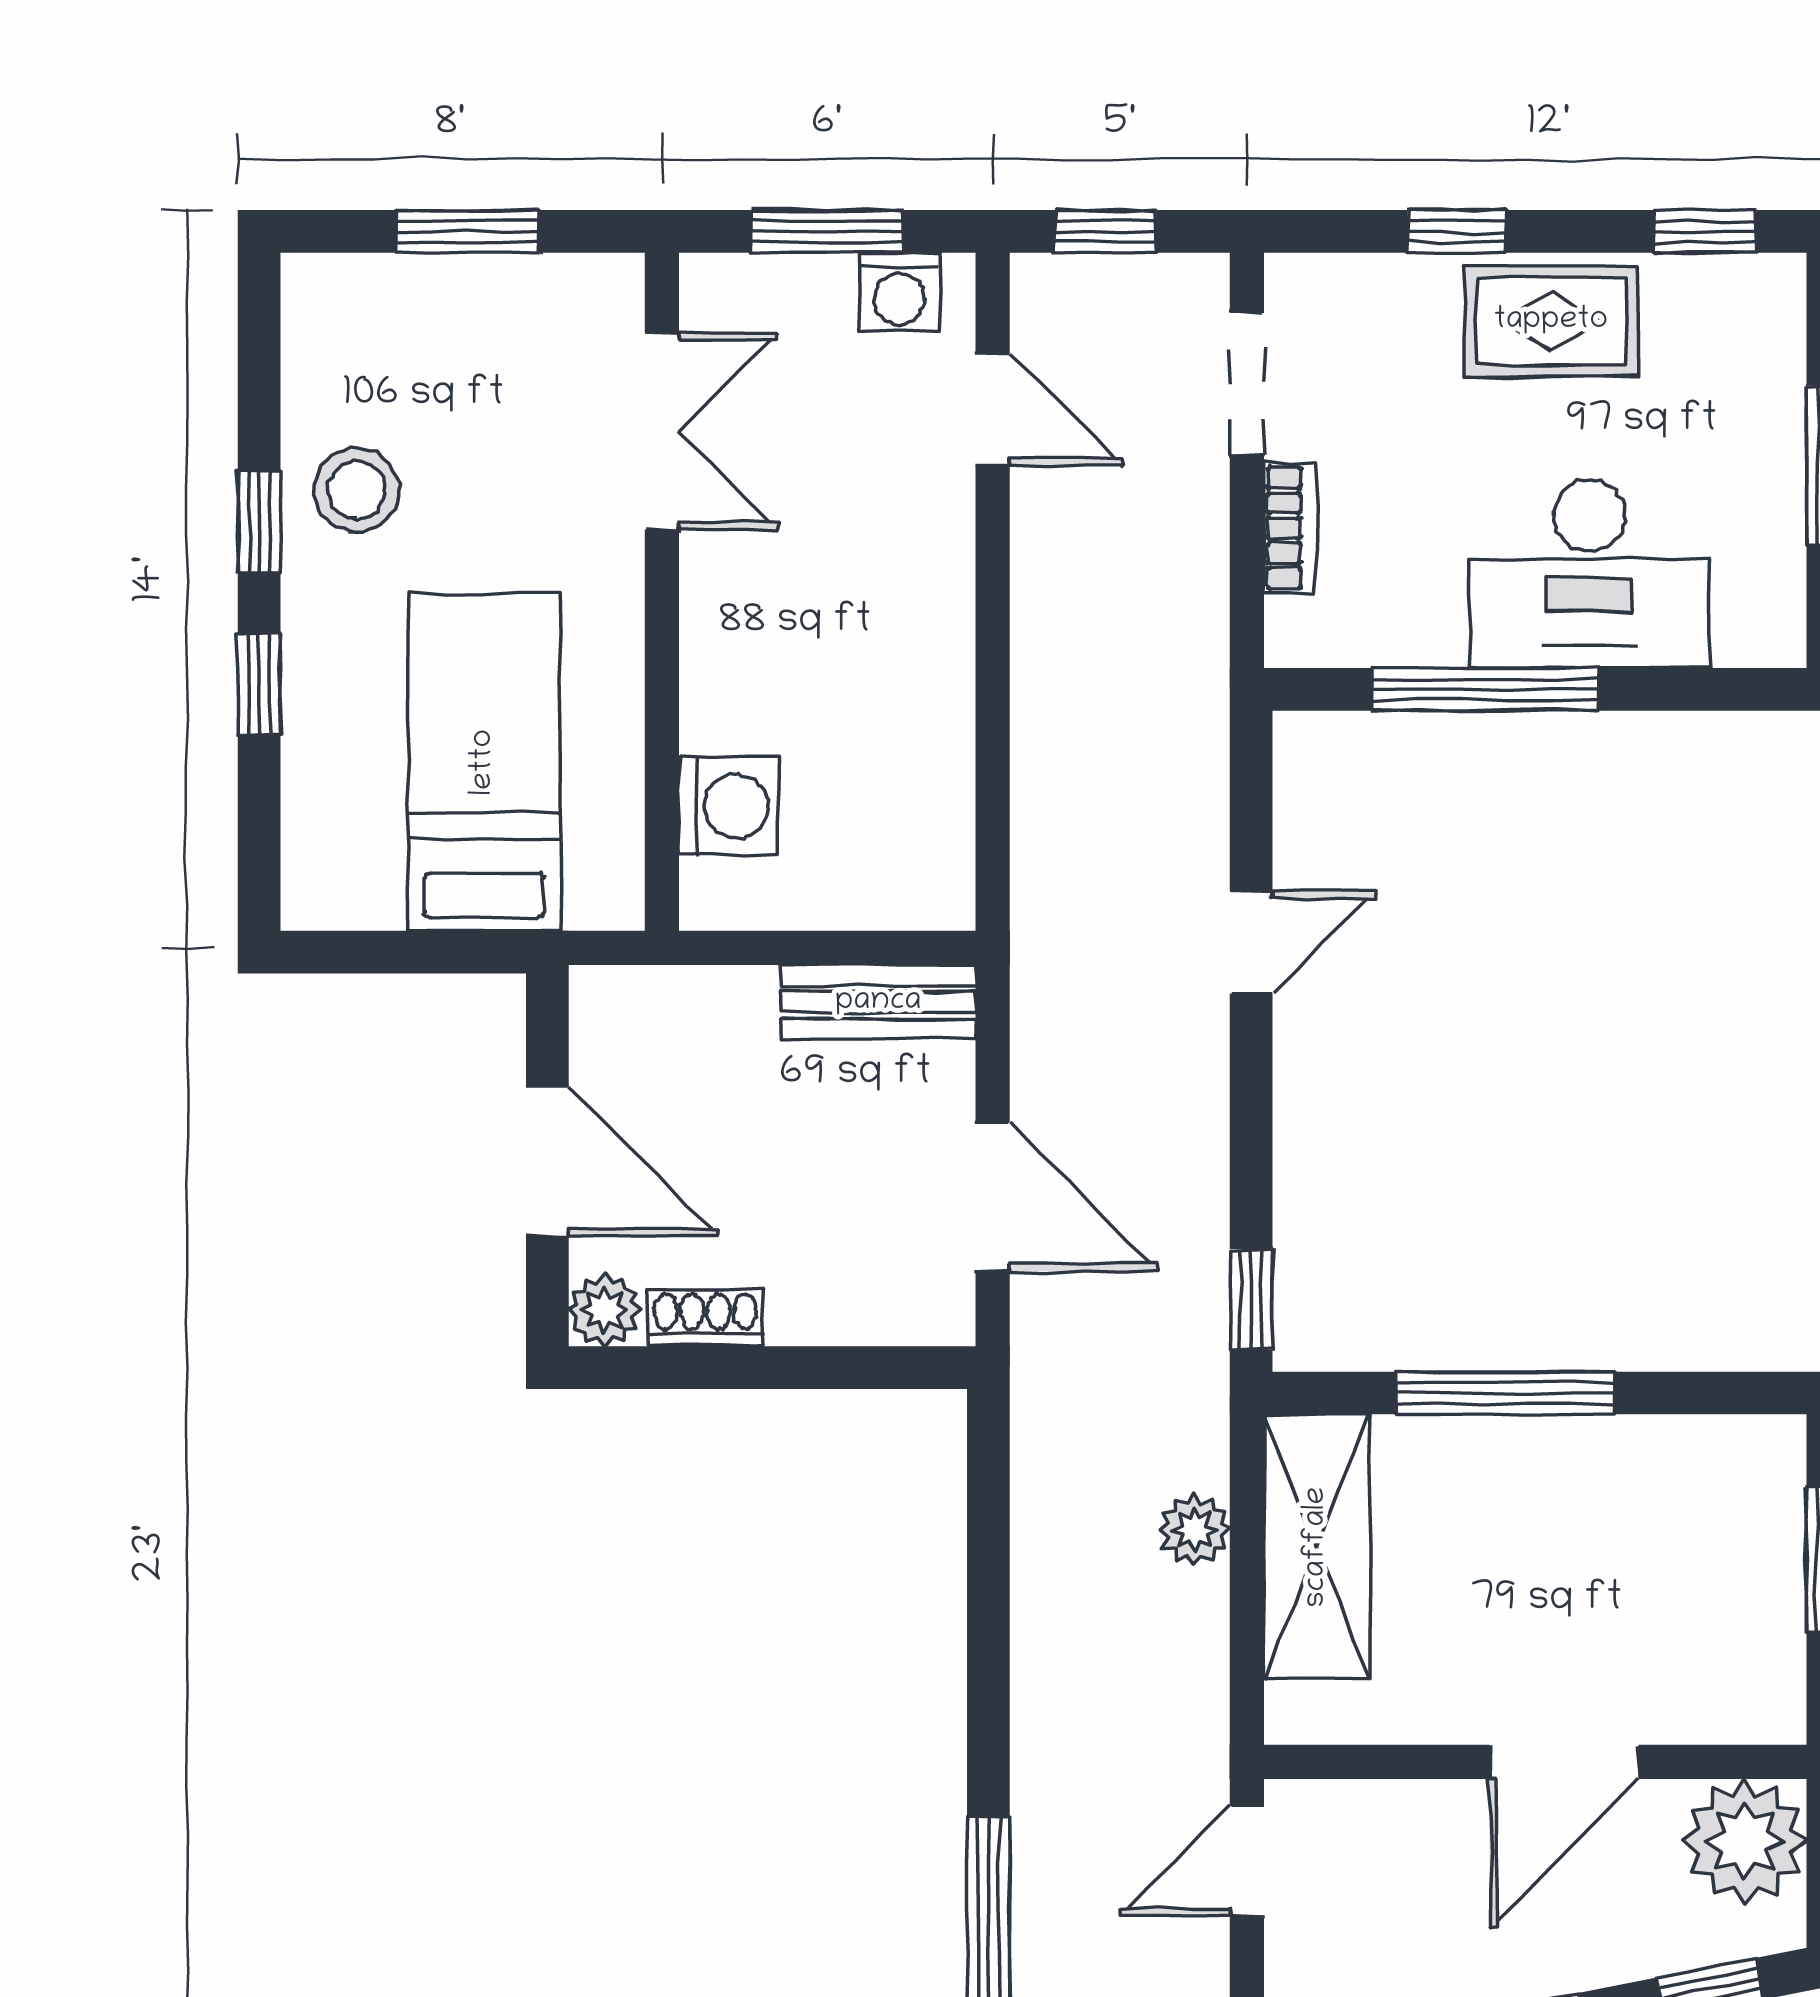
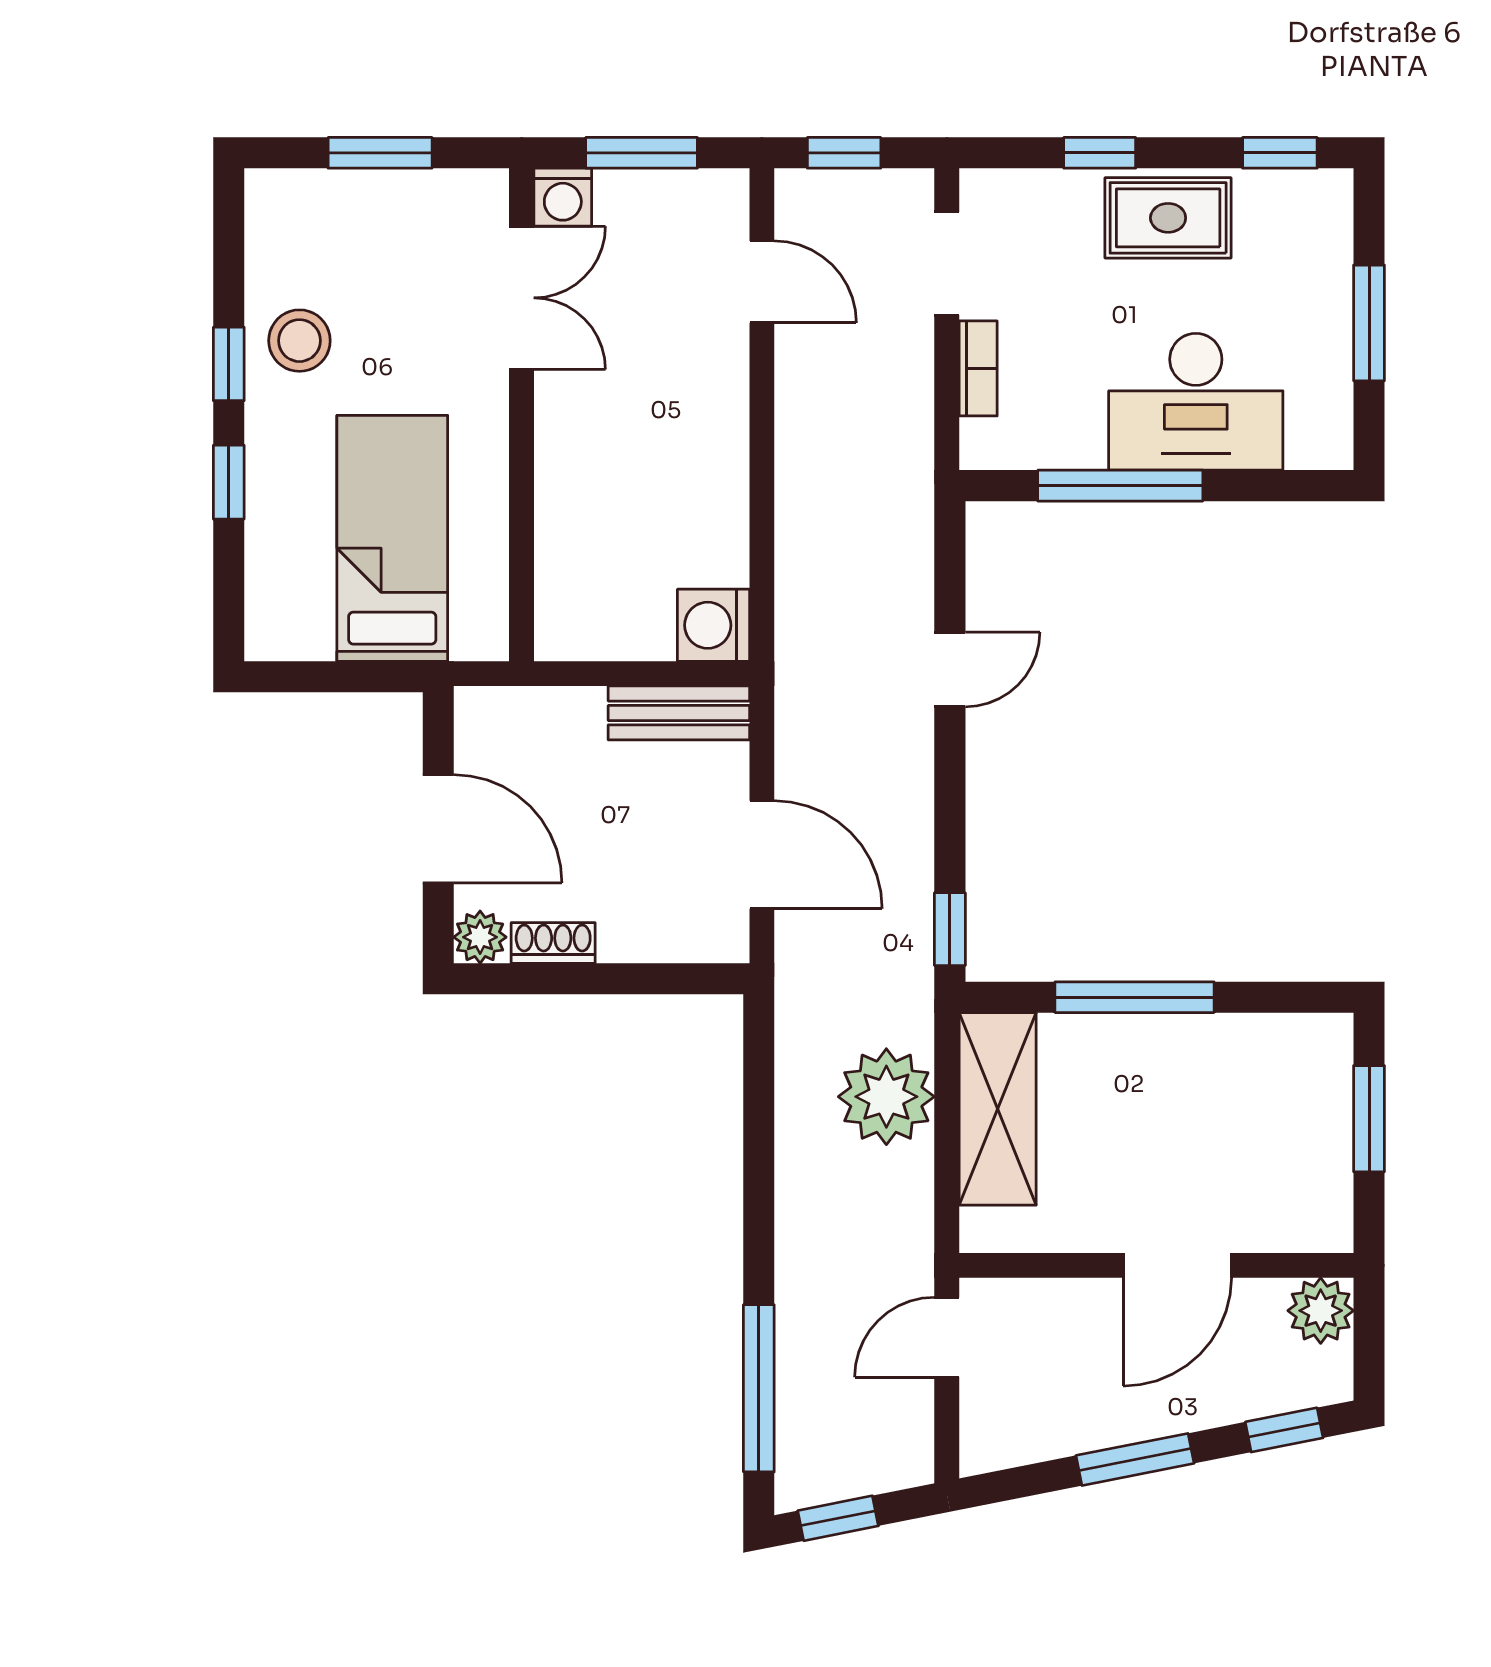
washing machine: (899, 292) -> (563, 197), moved
washing machine: (728, 806) -> (714, 625), moved, turned 180
plant: (1195, 1530) -> (886, 1097), width x1.87, depth x1.87
plant: (1745, 1841) -> (1321, 1311), width x0.73, depth x0.73

